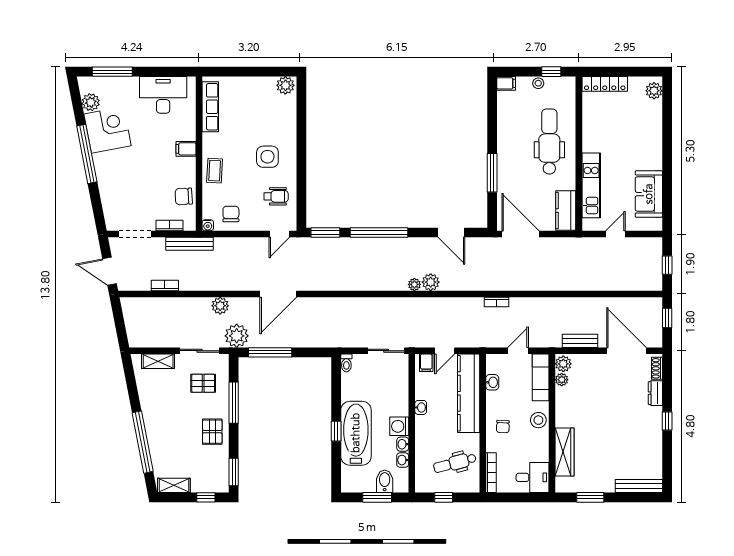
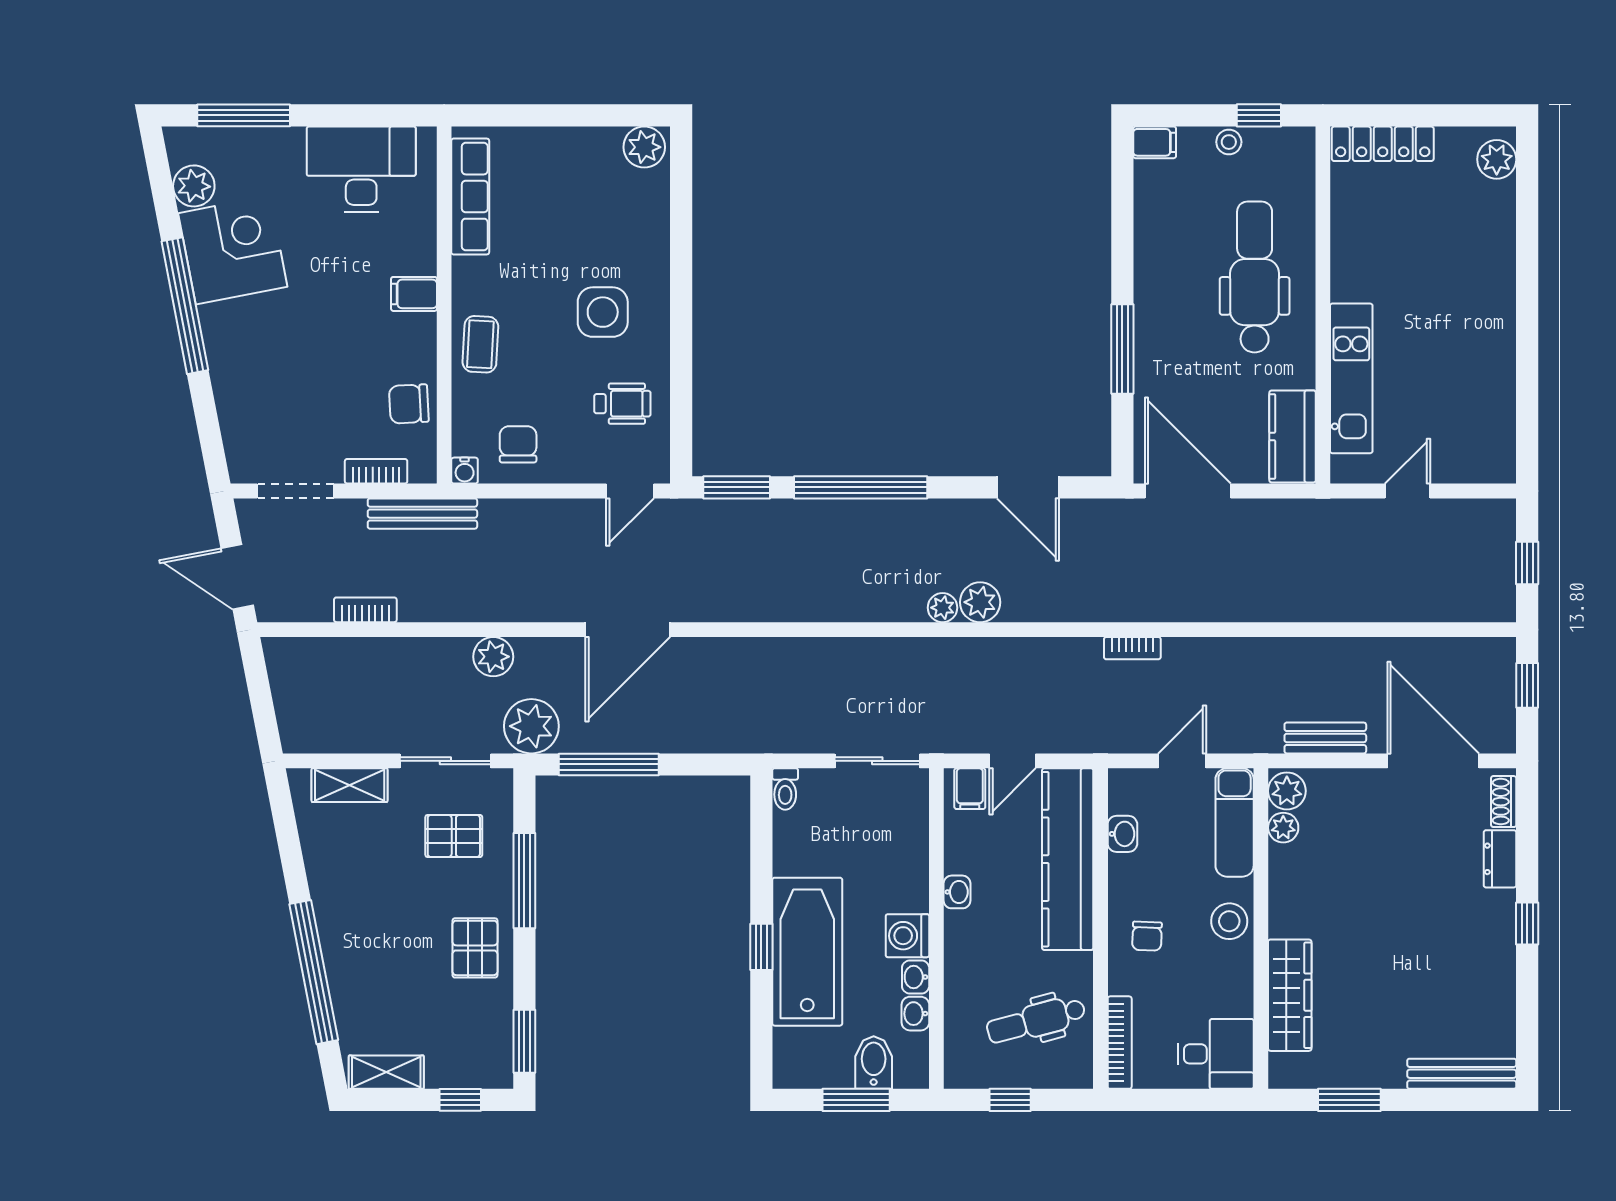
sofa: (649, 194) -> (1485, 398), removed

